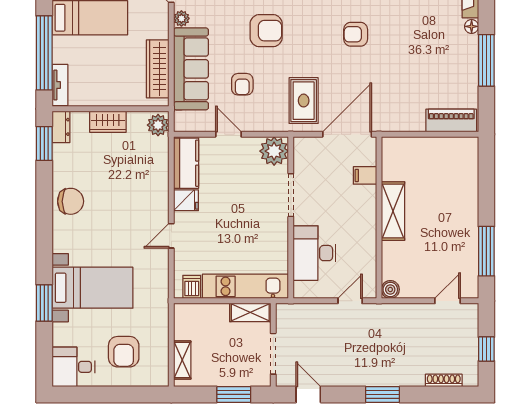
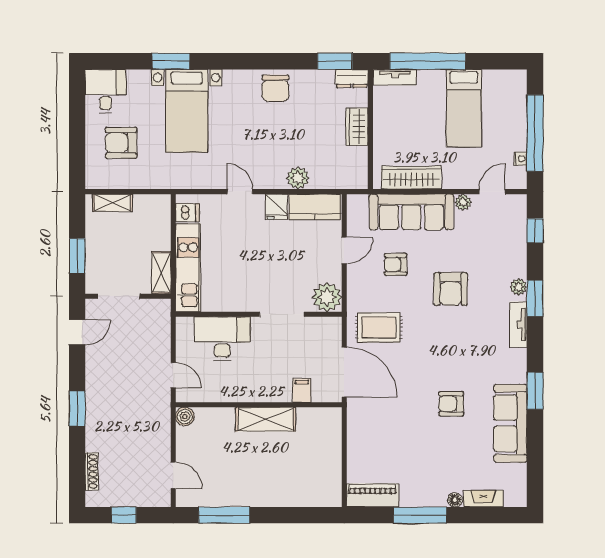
armchair: (356, 34) -> (451, 404), moved, turned -90
piano: (451, 121) -> (373, 495), moved, turned -90
plant: (158, 125) -> (298, 178), moved

